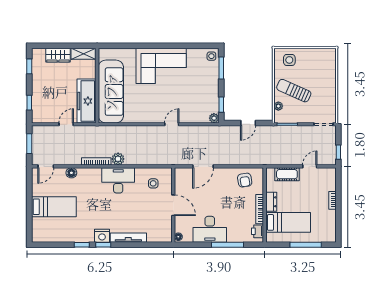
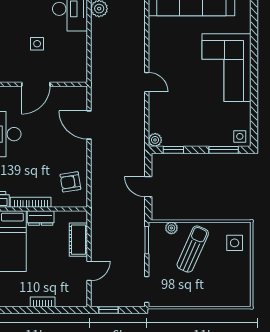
door: (310, 166) -> (89, 271), hinge flipped
side table: (153, 183) -> (37, 44), moved

